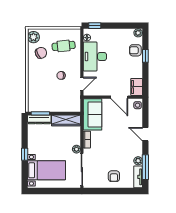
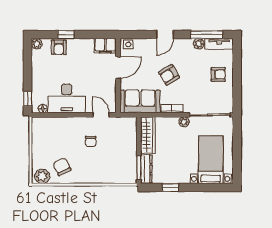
cafe table: (64, 46) -> (53, 138), removed
armchair: (114, 137) -> (169, 75), added
window: (25, 154) -> (170, 187), moved

